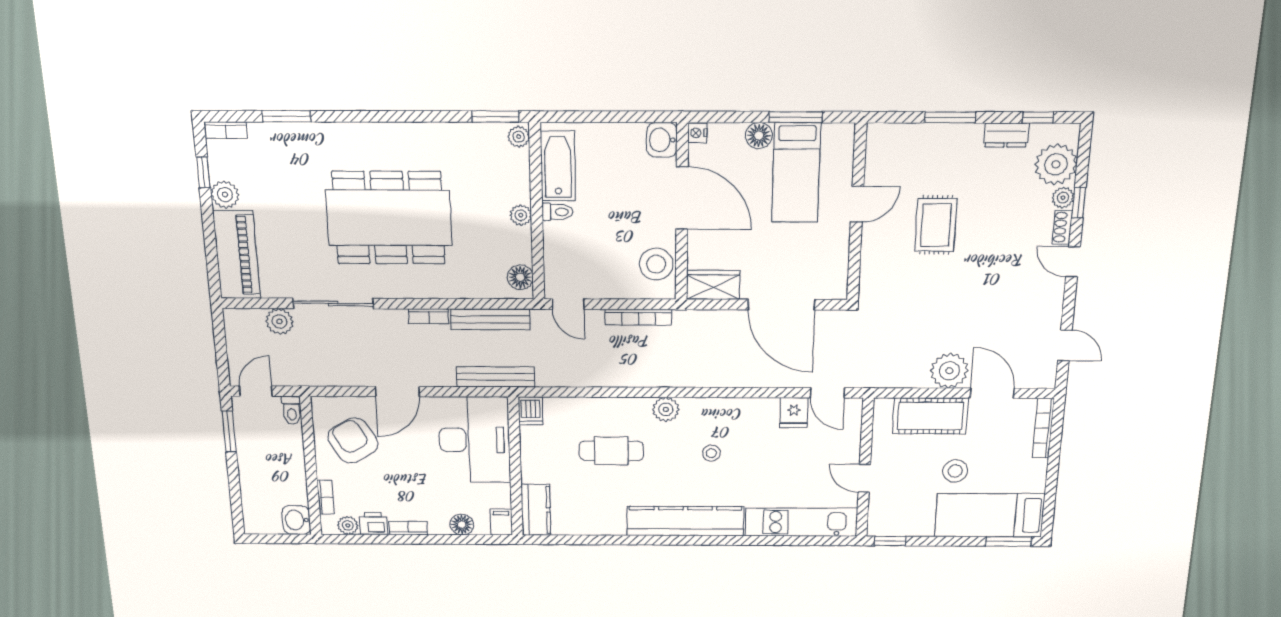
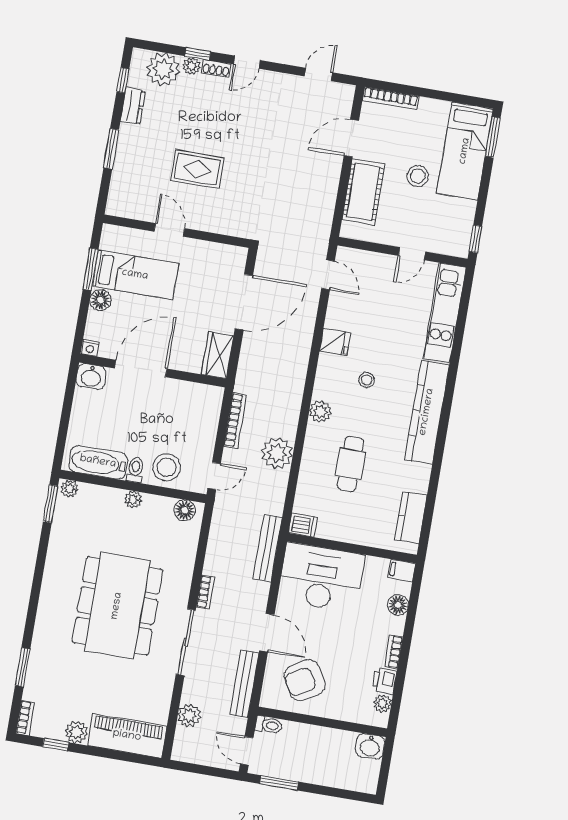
stool: (656, 264) -> (167, 467), moved
sliding door: (333, 303) -> (186, 642), moved
bench: (490, 319) -> (244, 684), moved
plant: (949, 371) -> (277, 453), moved
door: (827, 393) -> (328, 275), hinge flipped
fridge: (794, 413) -> (335, 342), moved
bookcase: (326, 497) -> (353, 716), removed
kitchen counter: (536, 510) -> (411, 518), moved, turned -90

